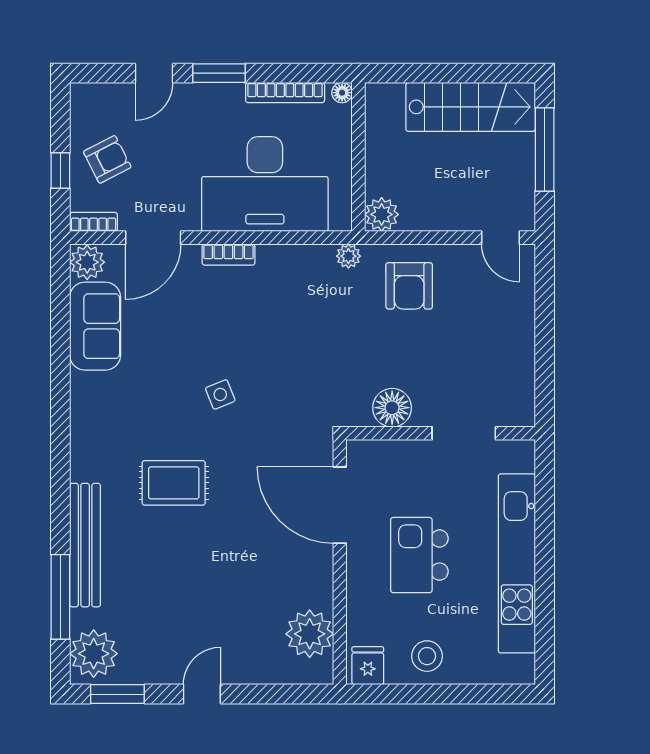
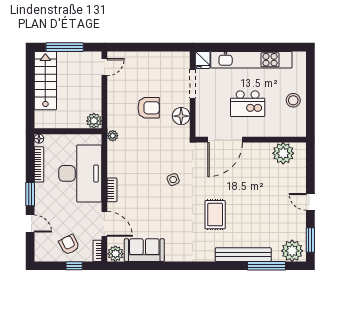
armchair: (409, 286) -> (149, 108), moved
side table: (220, 394) -> (173, 180), moved
fridge: (368, 666) -> (203, 60), moved, turned -90

